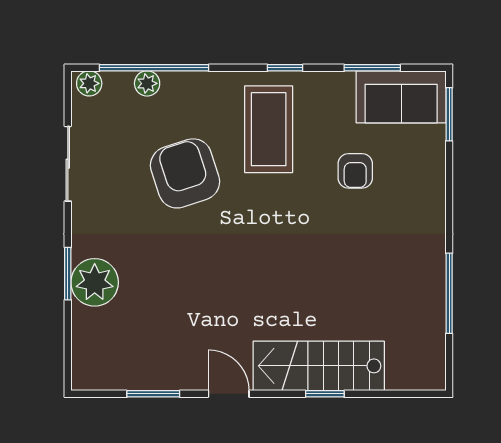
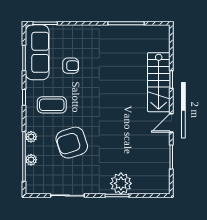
plant: (89, 83) -> (31, 137), moved
sofa: (401, 97) -> (37, 52), width x1.36
coffee table: (269, 129) -> (52, 105), width x0.73, depth x0.76

